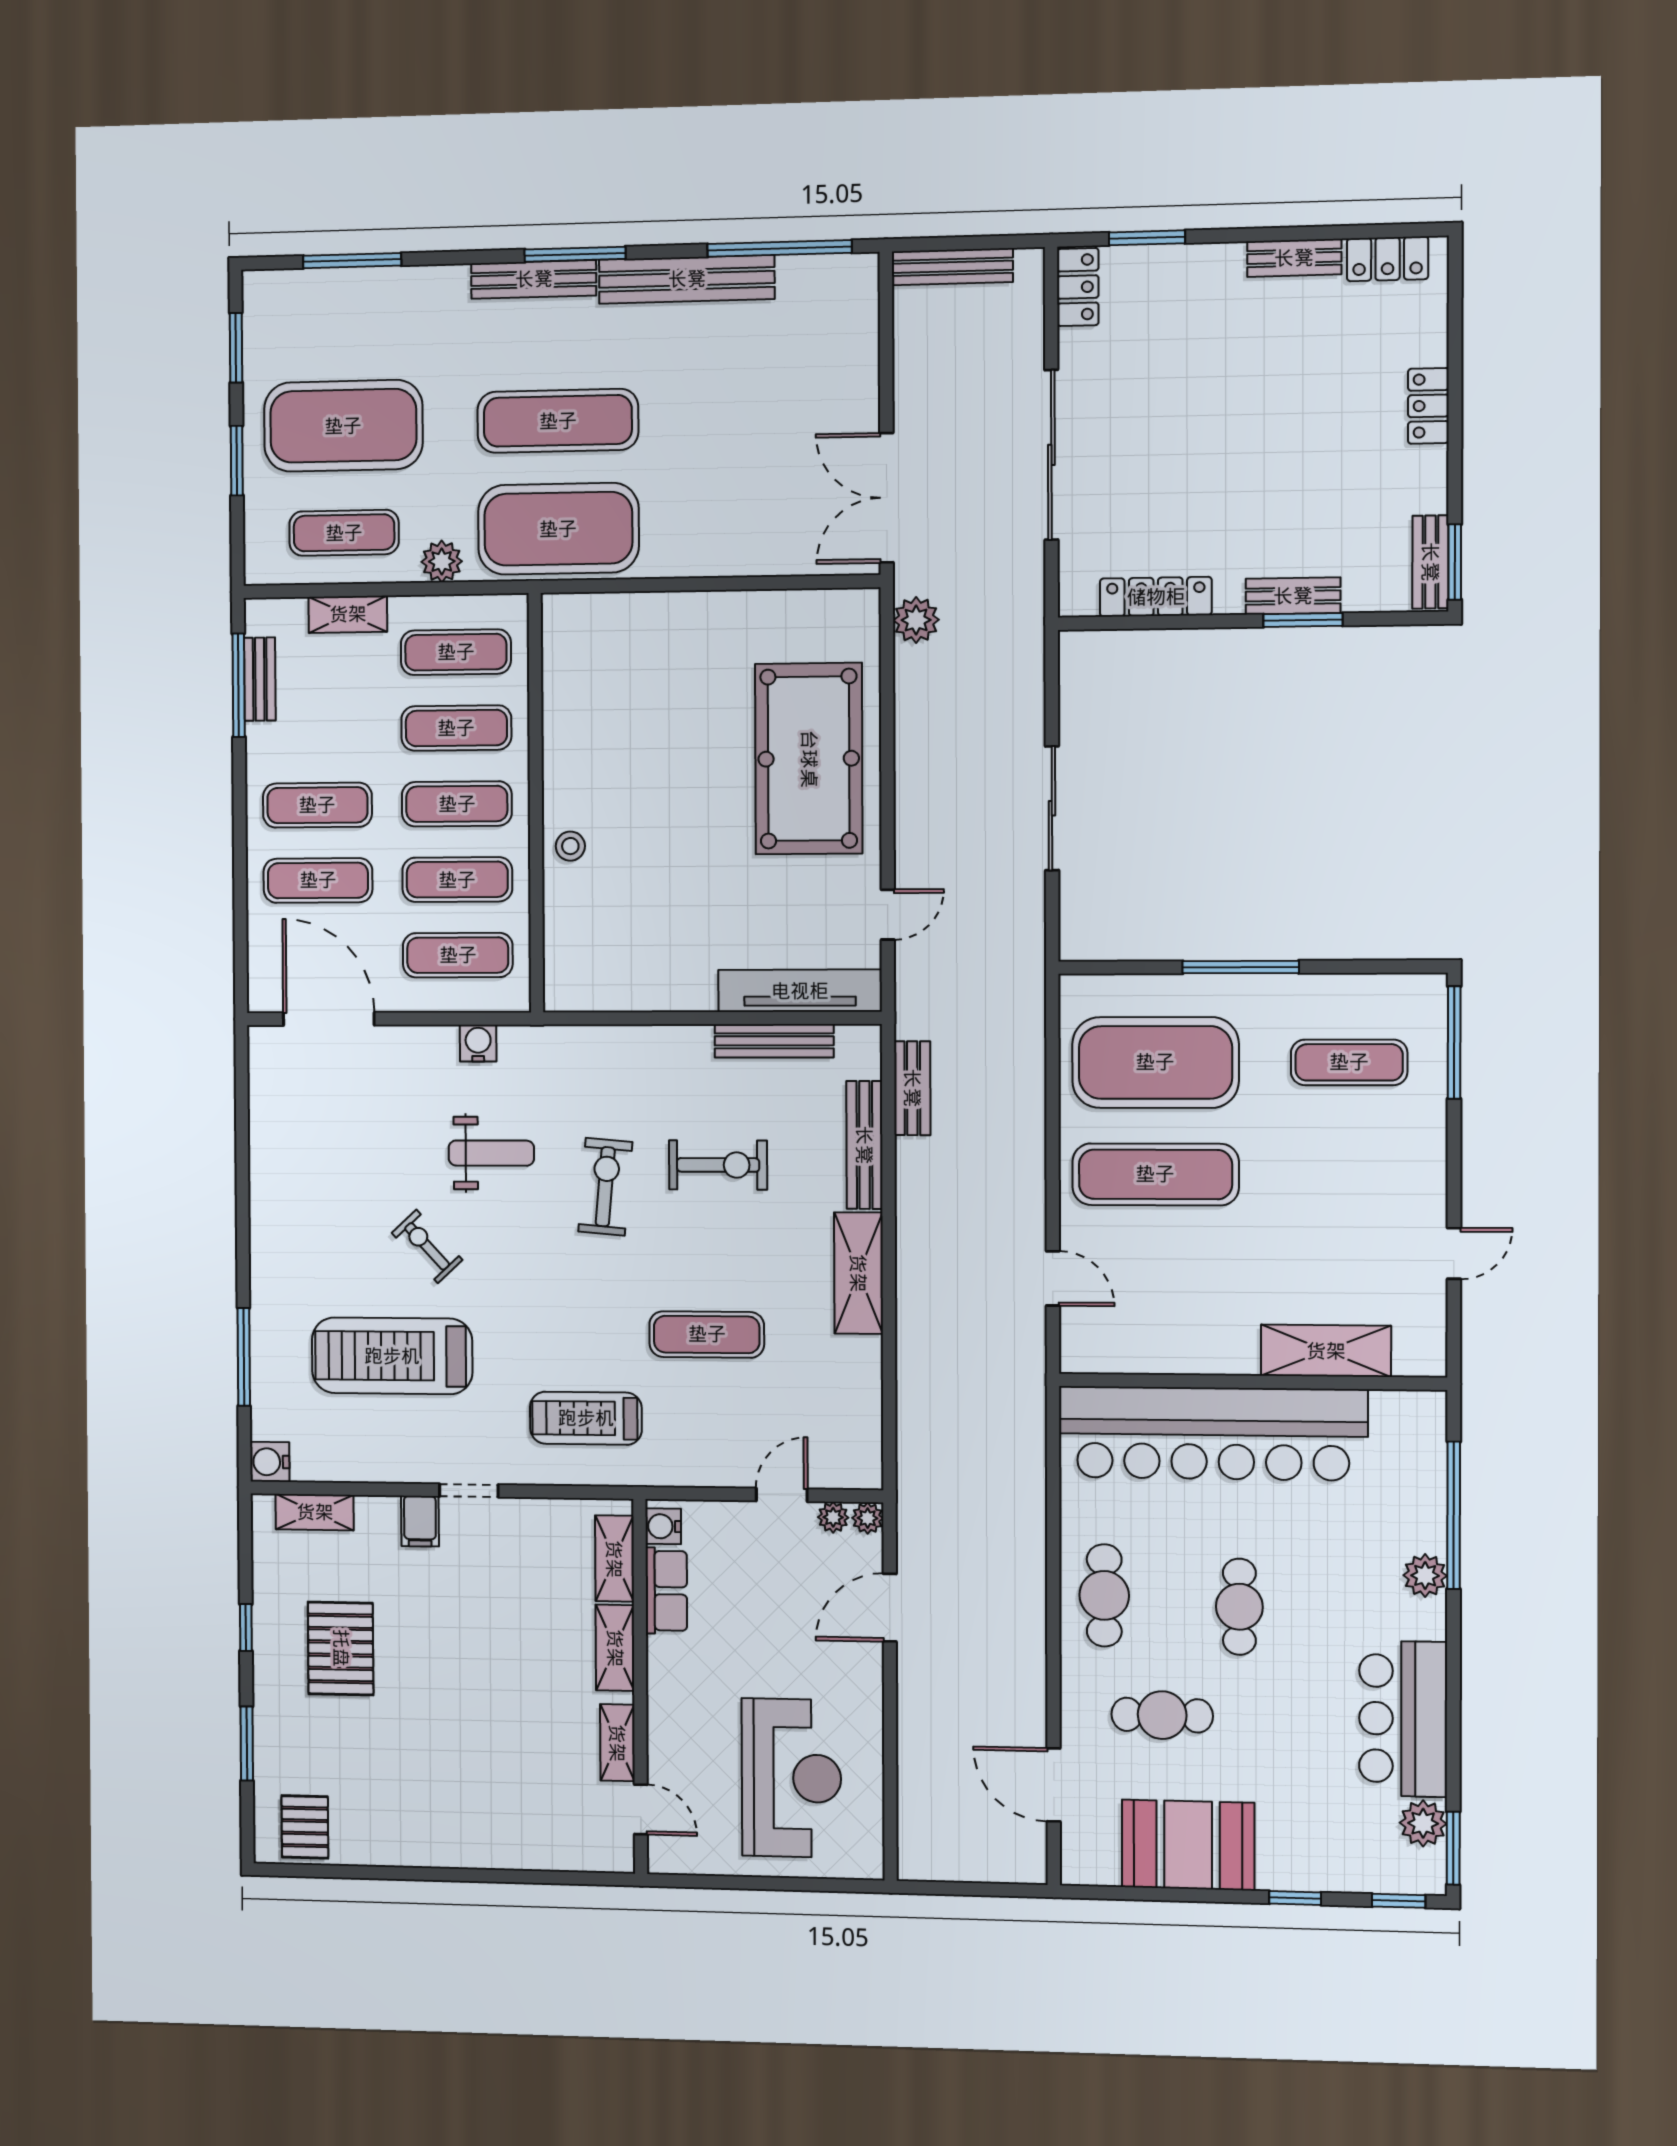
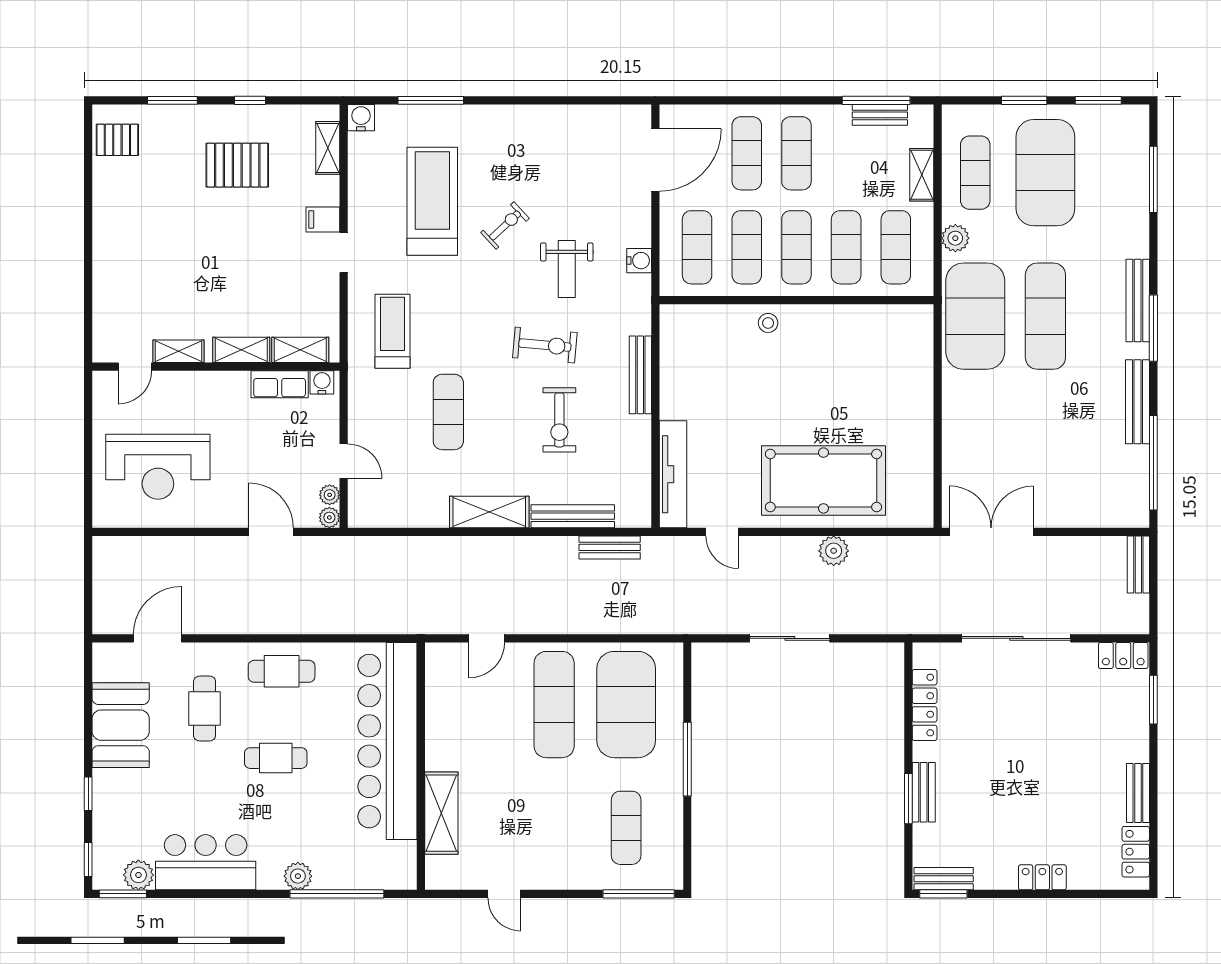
bench: (952, 267) -> (1138, 564), width x0.73
bench: (687, 279) -> (1137, 402), width x0.73, depth x0.82
plant: (916, 620) -> (834, 551), moved
bench: (774, 1041) -> (640, 375), moved

